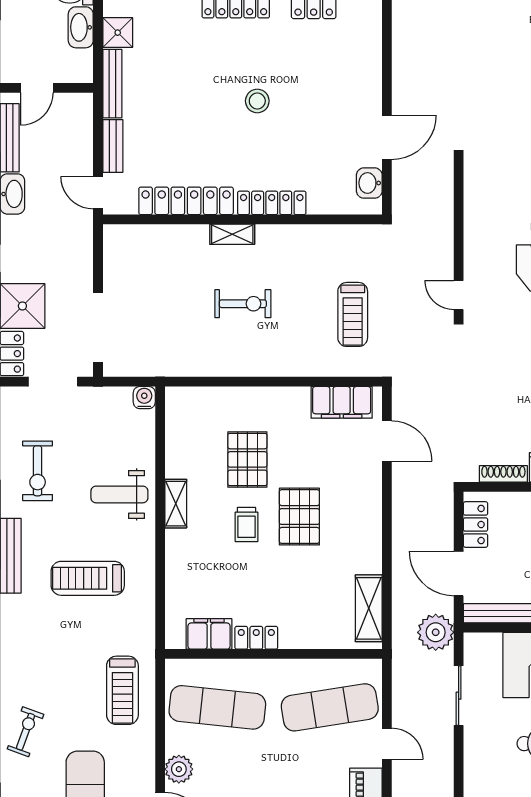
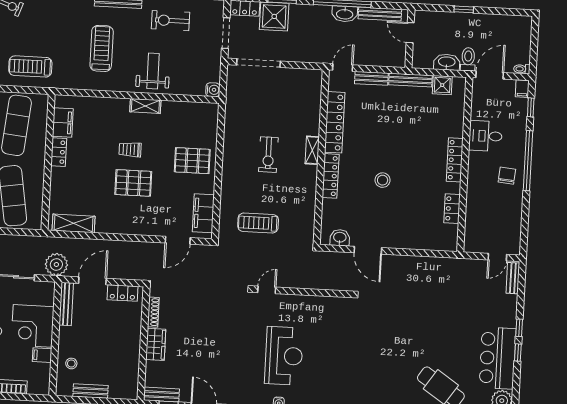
stool: (257, 101) -> (383, 180), moved
pallet: (247, 459) -> (192, 161), moved

